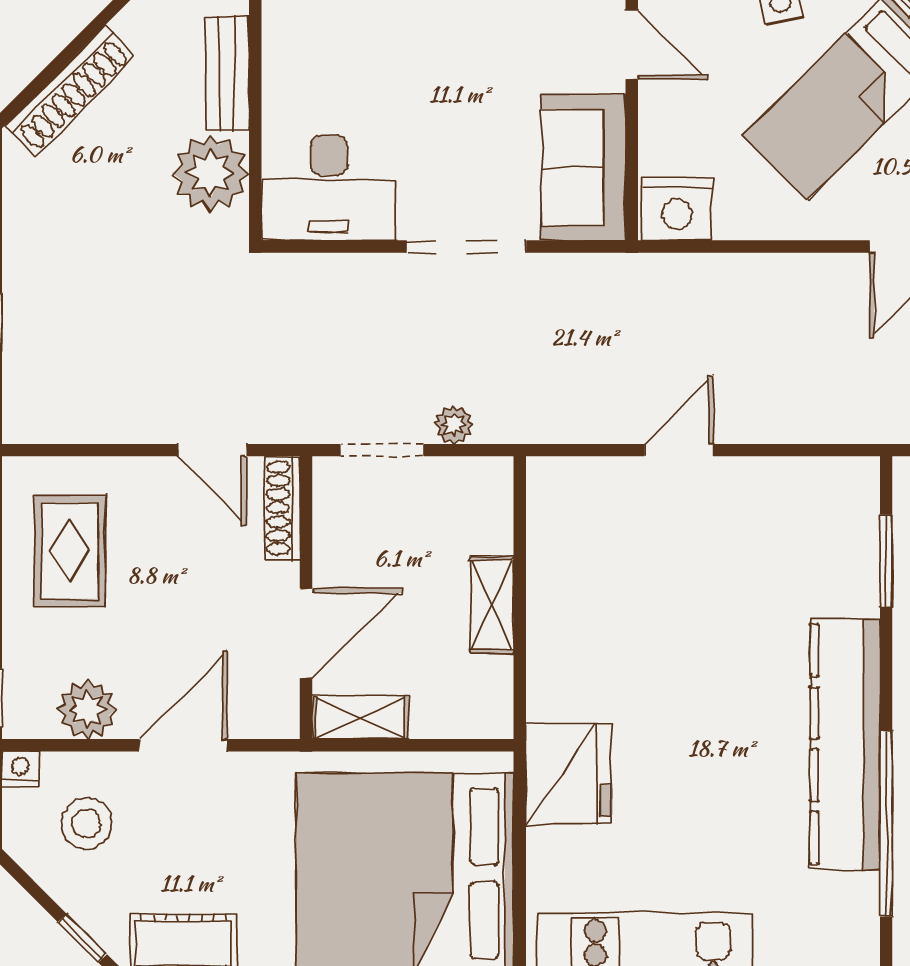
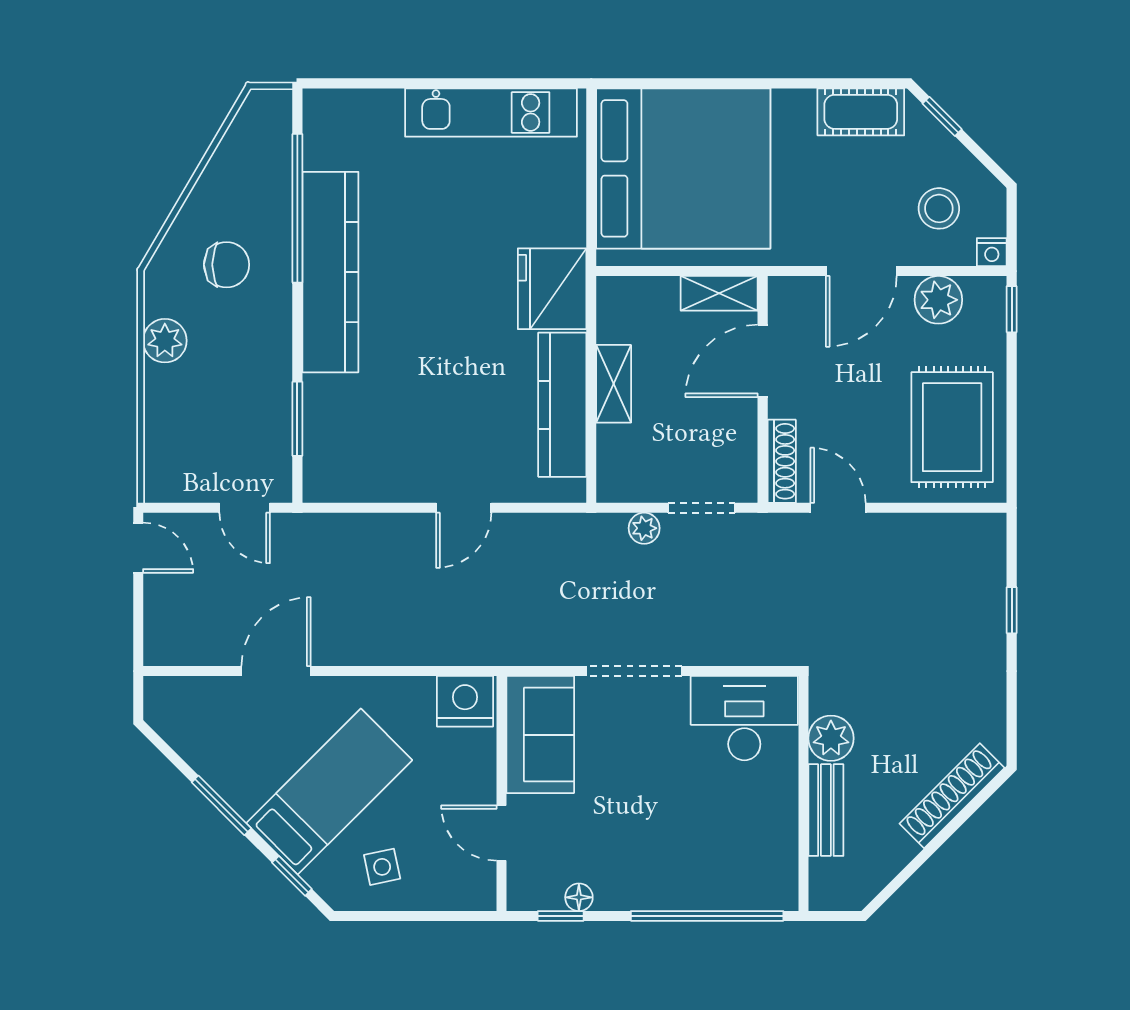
plant: (211, 173) -> (831, 738), width x0.73, depth x0.73
rug: (70, 551) -> (952, 427), width x1.36, depth x1.43
kitchen counter: (556, 579) -> (562, 405), added
fridge: (569, 774) -> (552, 289), moved

